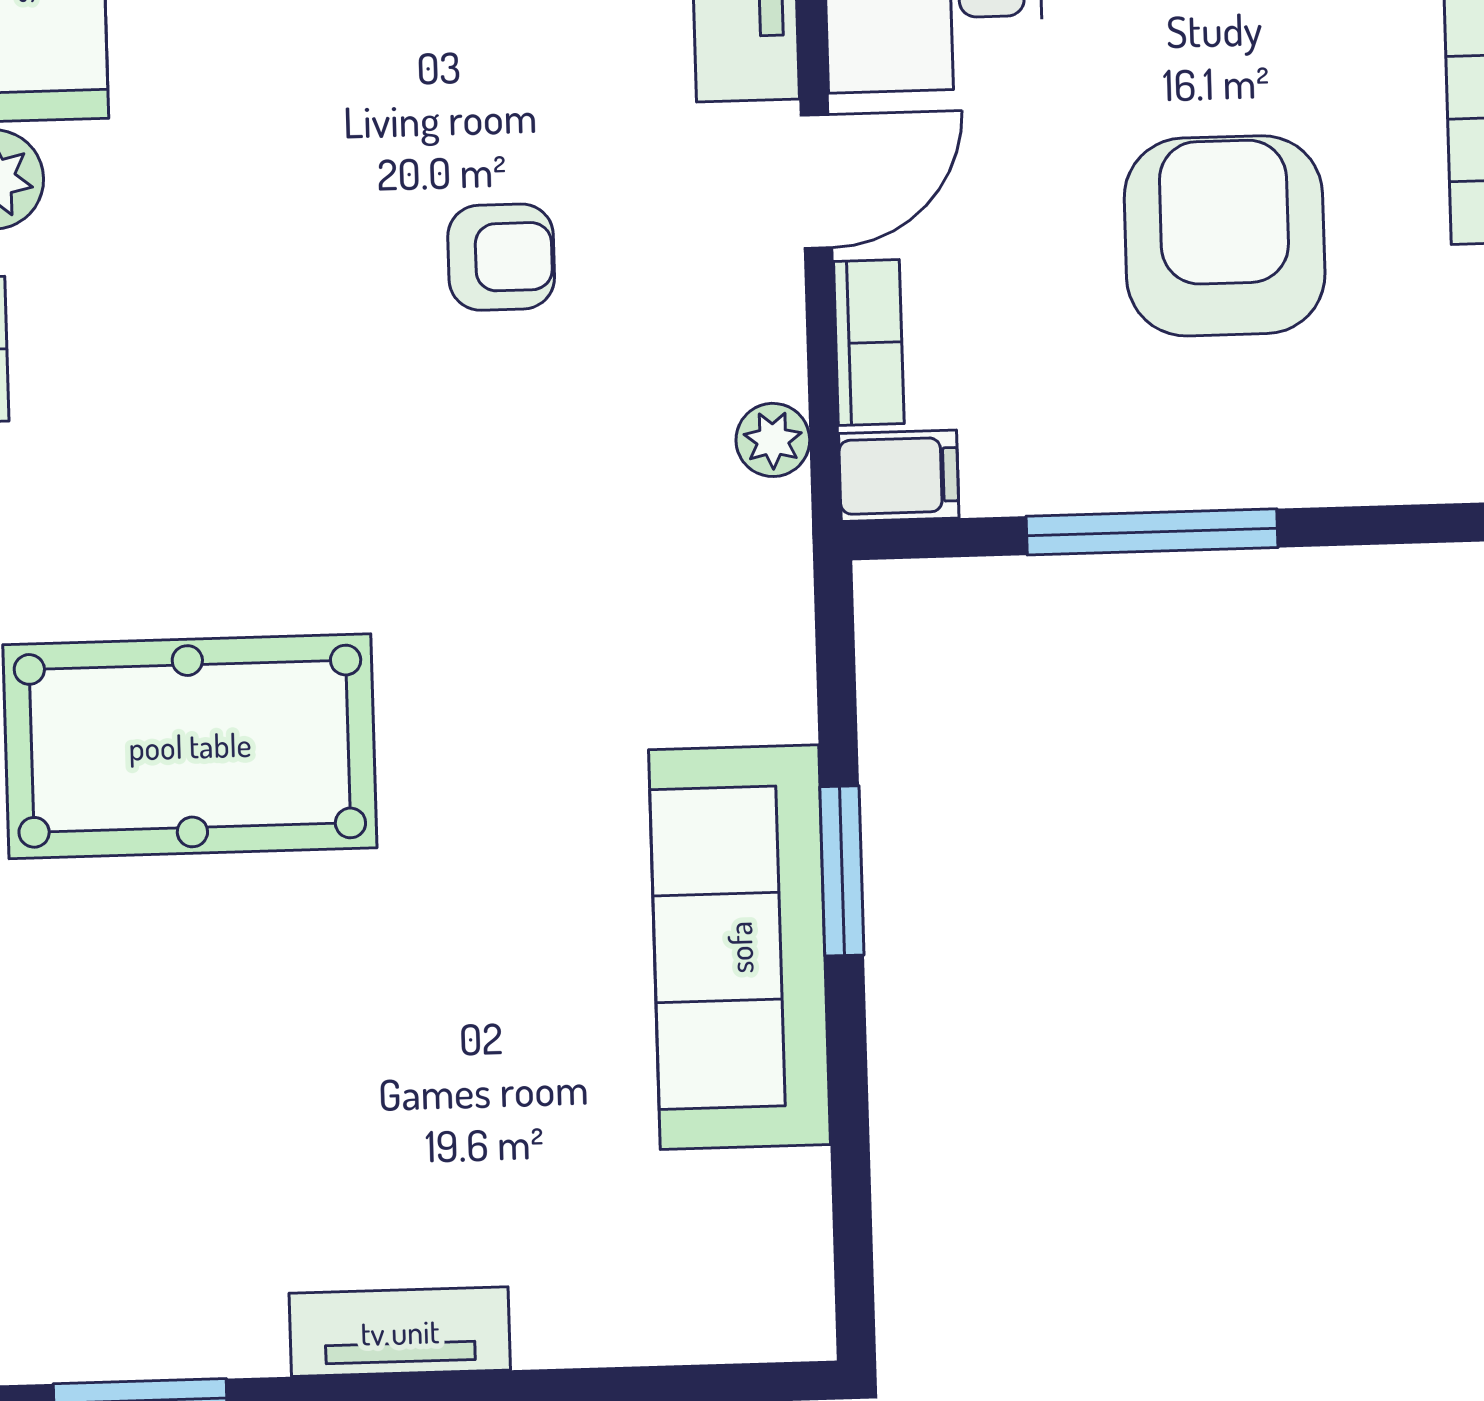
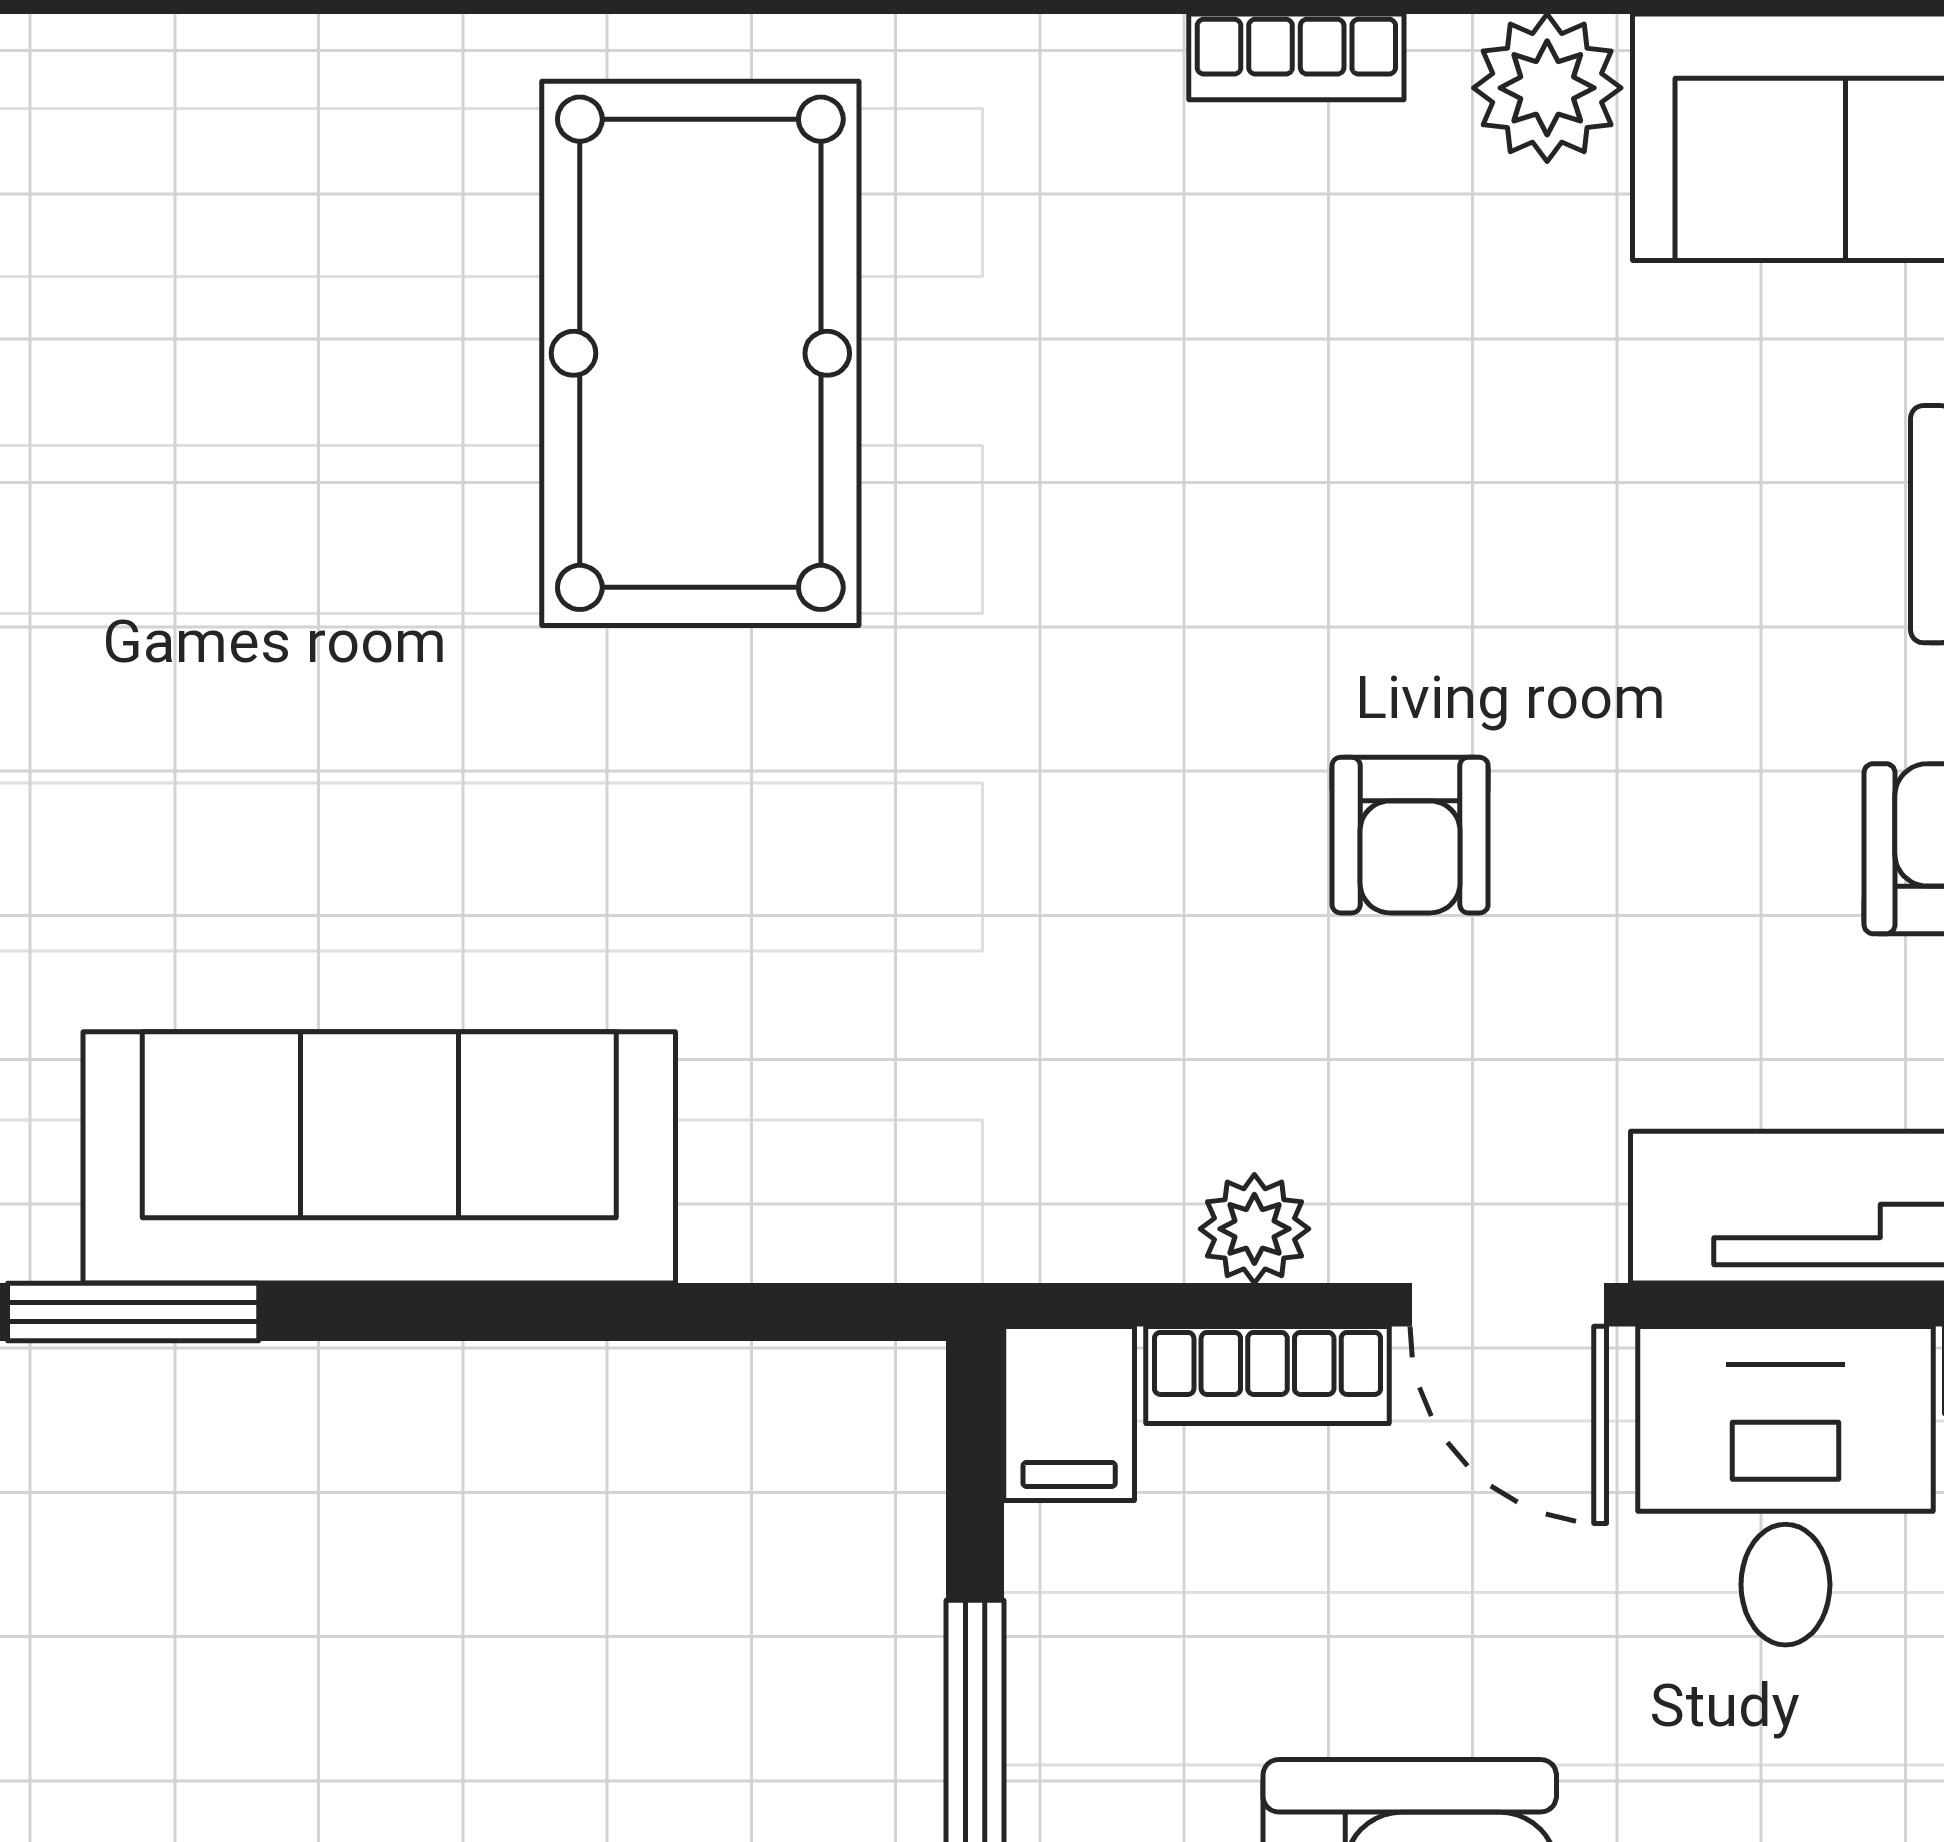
plant: (773, 440) -> (1254, 1229), moved
window: (842, 871) -> (133, 1312), moved

